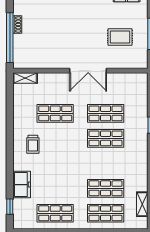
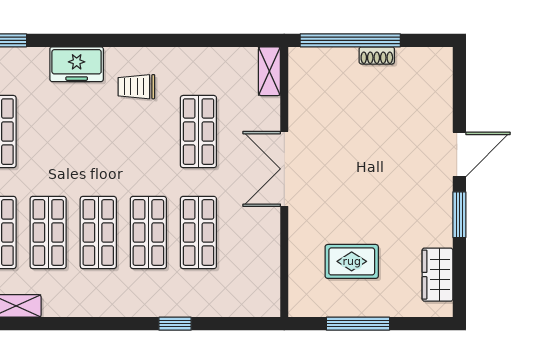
rug: (120, 37) -> (352, 261), turned 90
double door: (88, 71) -> (284, 169), moved
shop shelf: (106, 163) -> (98, 233), added
freezer: (22, 185) -> (77, 64), moved

